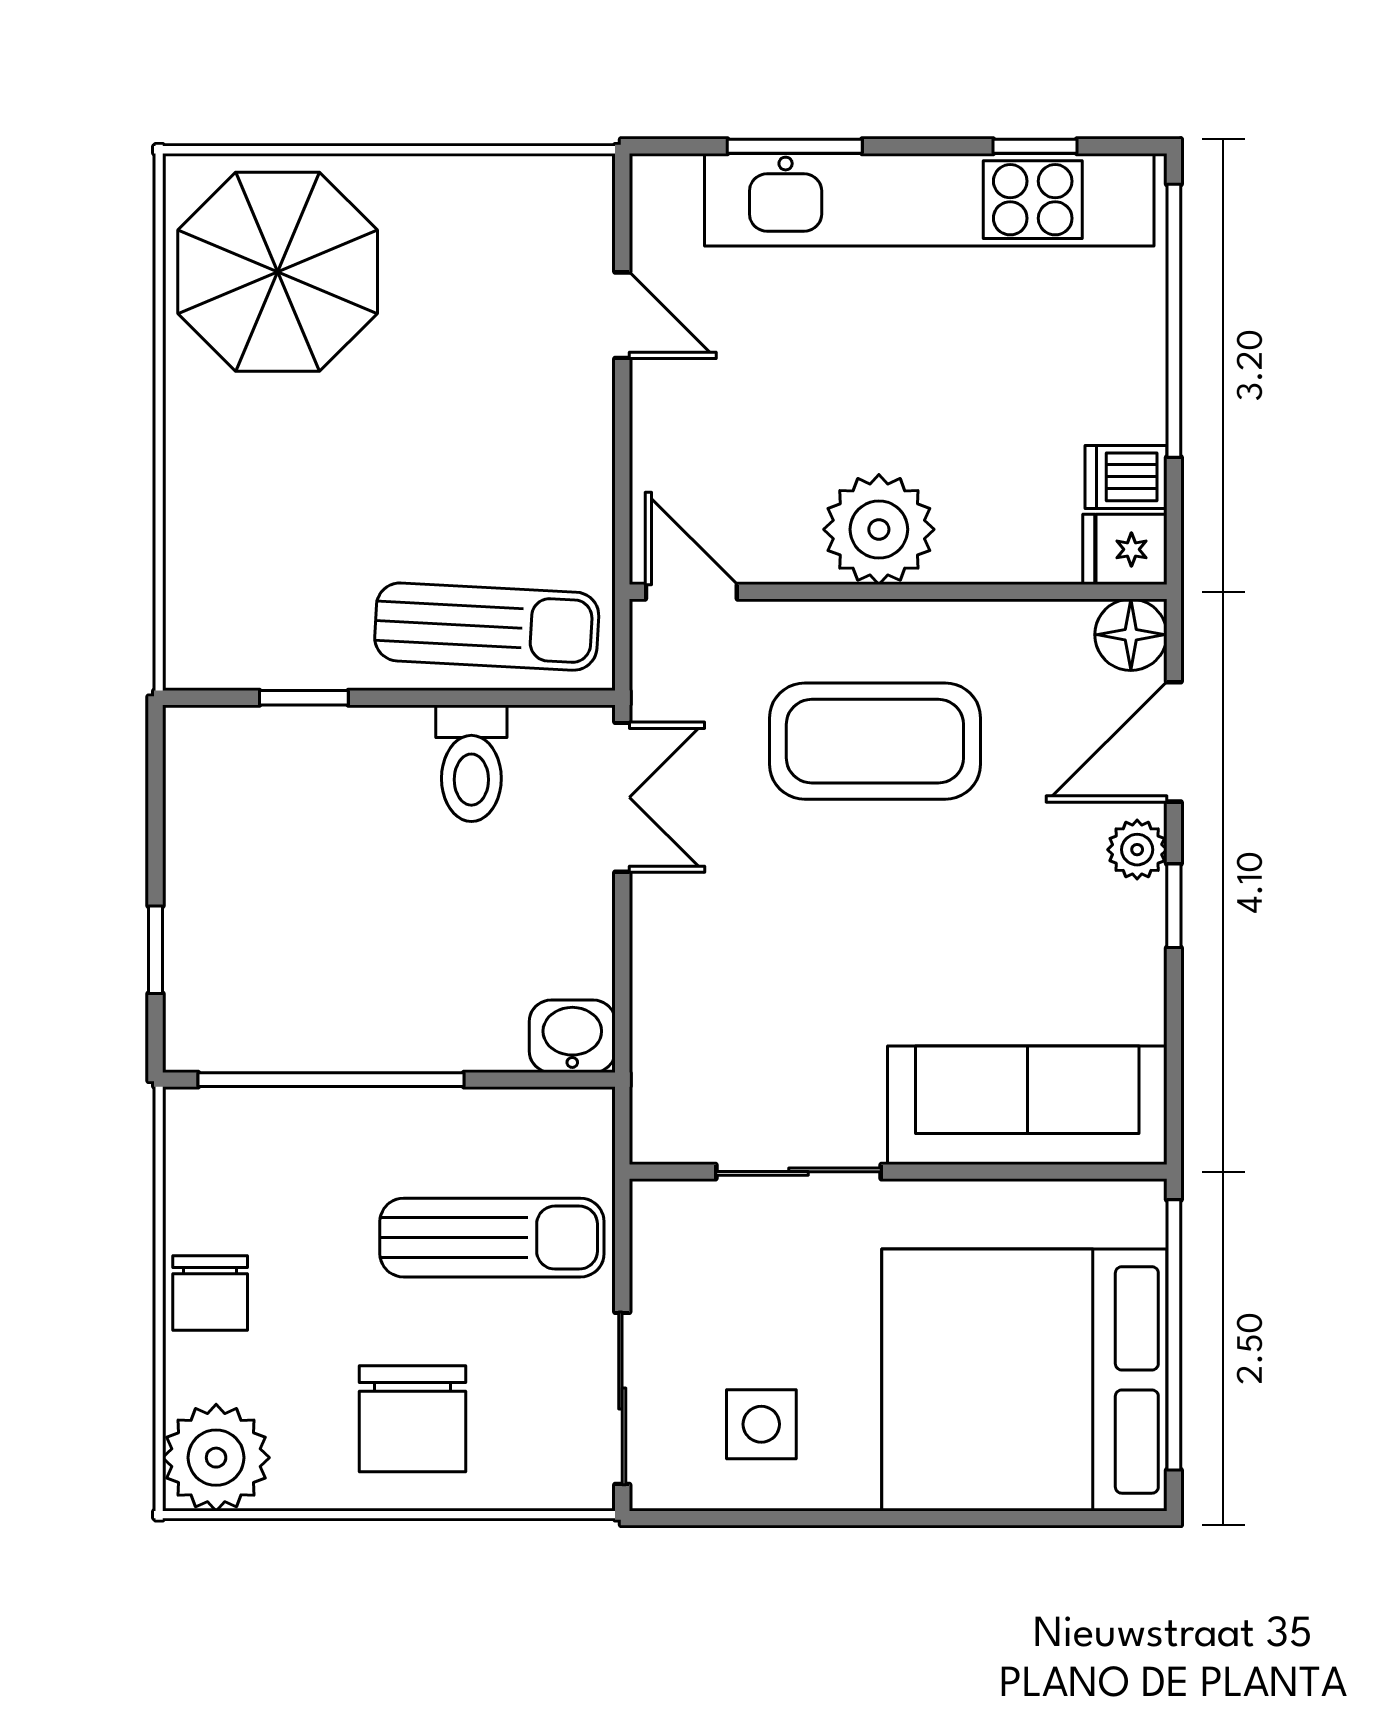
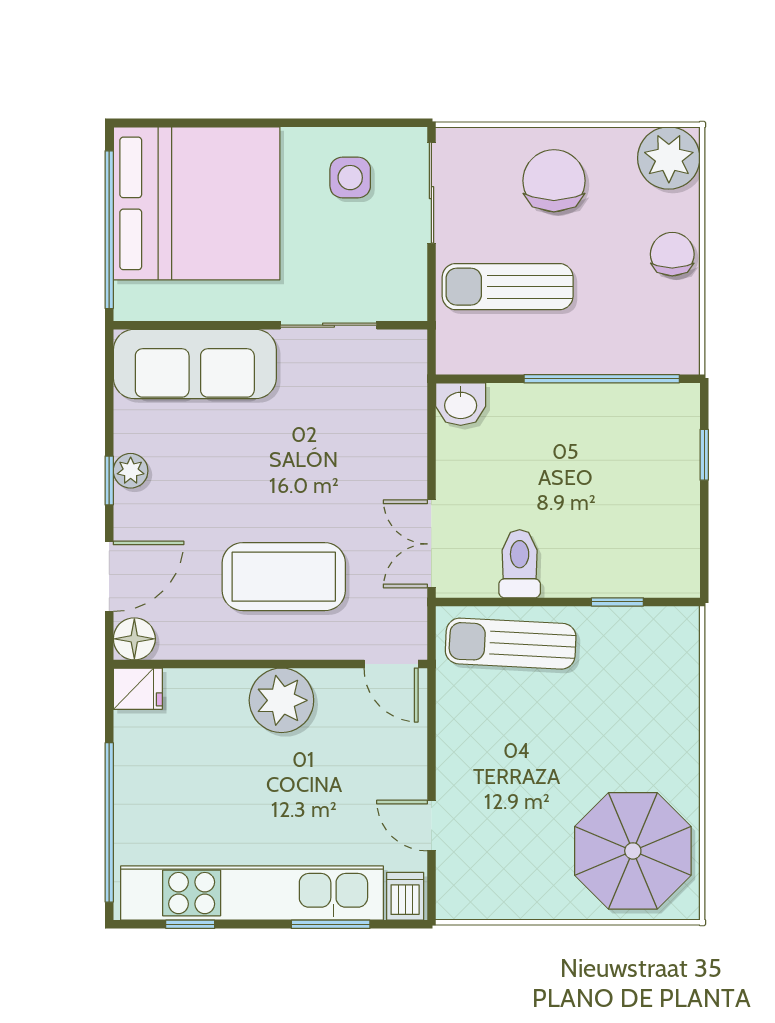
dishwasher: (1126, 477) -> (405, 896), moved, turned -90
plant: (1137, 850) -> (131, 471), moved

